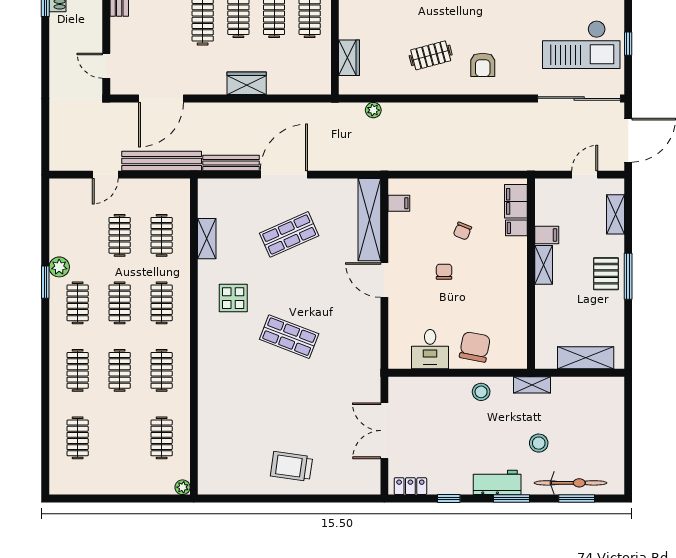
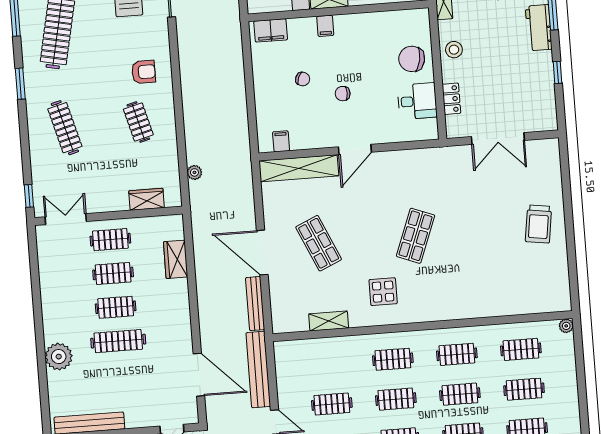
wardrobe: (247, 83) -> (176, 259), moved
filing cabinet: (516, 228) -> (325, 26), moved
clothes rail: (162, 235) -> (524, 389), moved
locker: (410, 486) -> (451, 99), moved, turned 180

